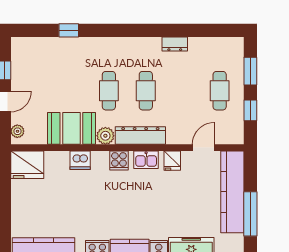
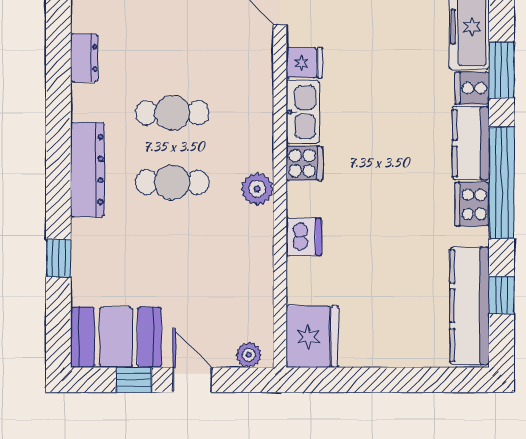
booth: (71, 128) -> (116, 337), moved, turned 90
dresser: (140, 136) -> (87, 170), moved, turned 180
kitchen sink: (146, 160) -> (303, 112), width x1.38

